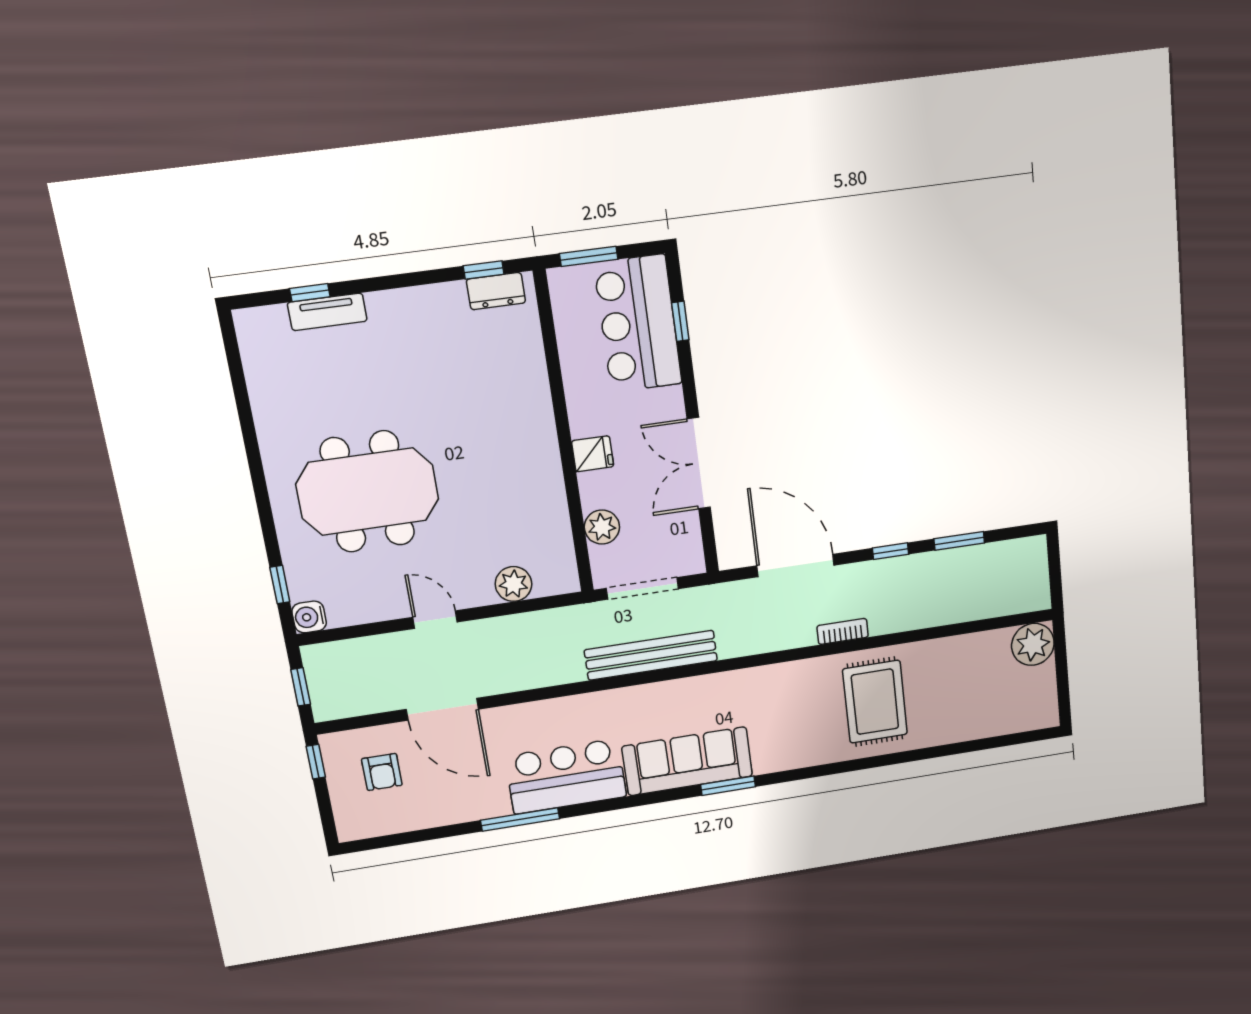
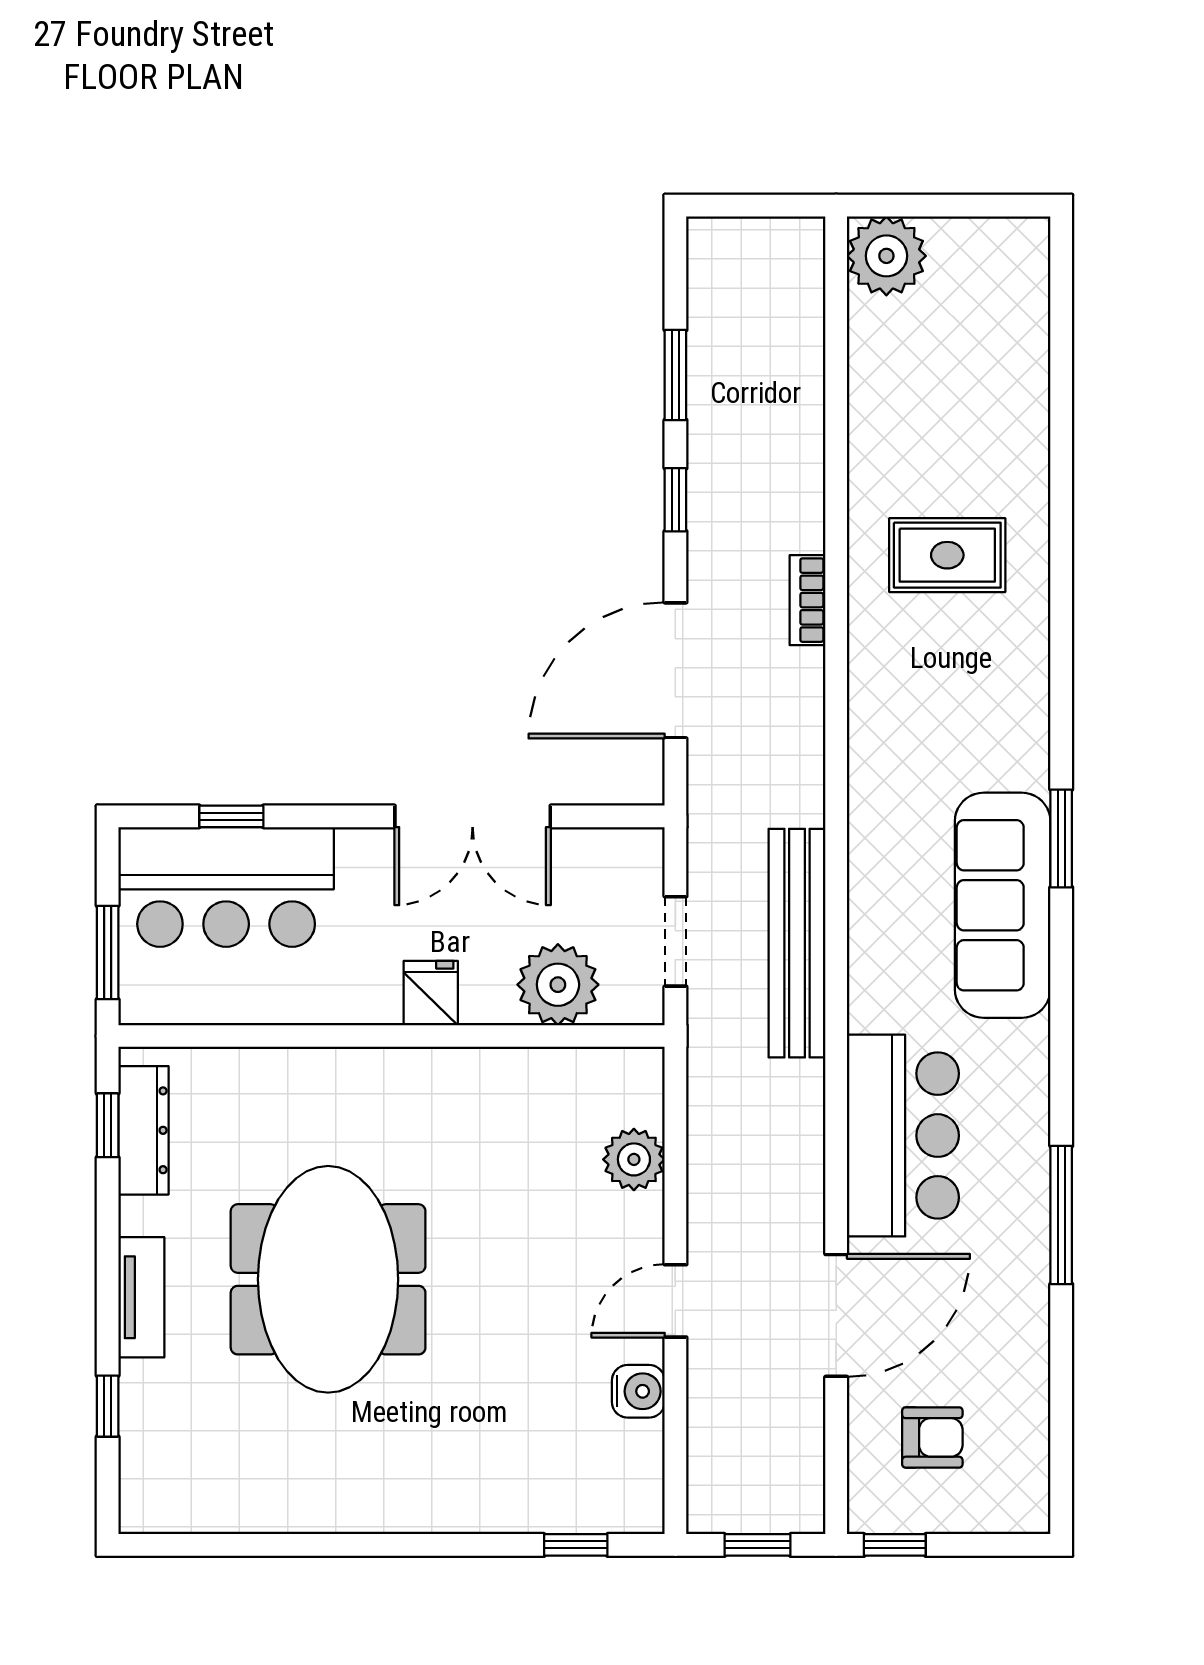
dresser: (496, 291) -> (143, 1130), width x1.44
tv unit: (327, 312) -> (141, 1297), moved
meeting table: (367, 492) -> (328, 1279), moved
plant: (602, 527) -> (558, 985), width x1.36, depth x1.36
doorway: (642, 588) -> (675, 941), width x0.73
water cooler: (309, 617) -> (638, 1391), moved, turned -90
rug: (875, 702) -> (947, 555), width x0.73, depth x0.70
bar counter: (566, 776) -> (903, 1136), moved, turned 180

